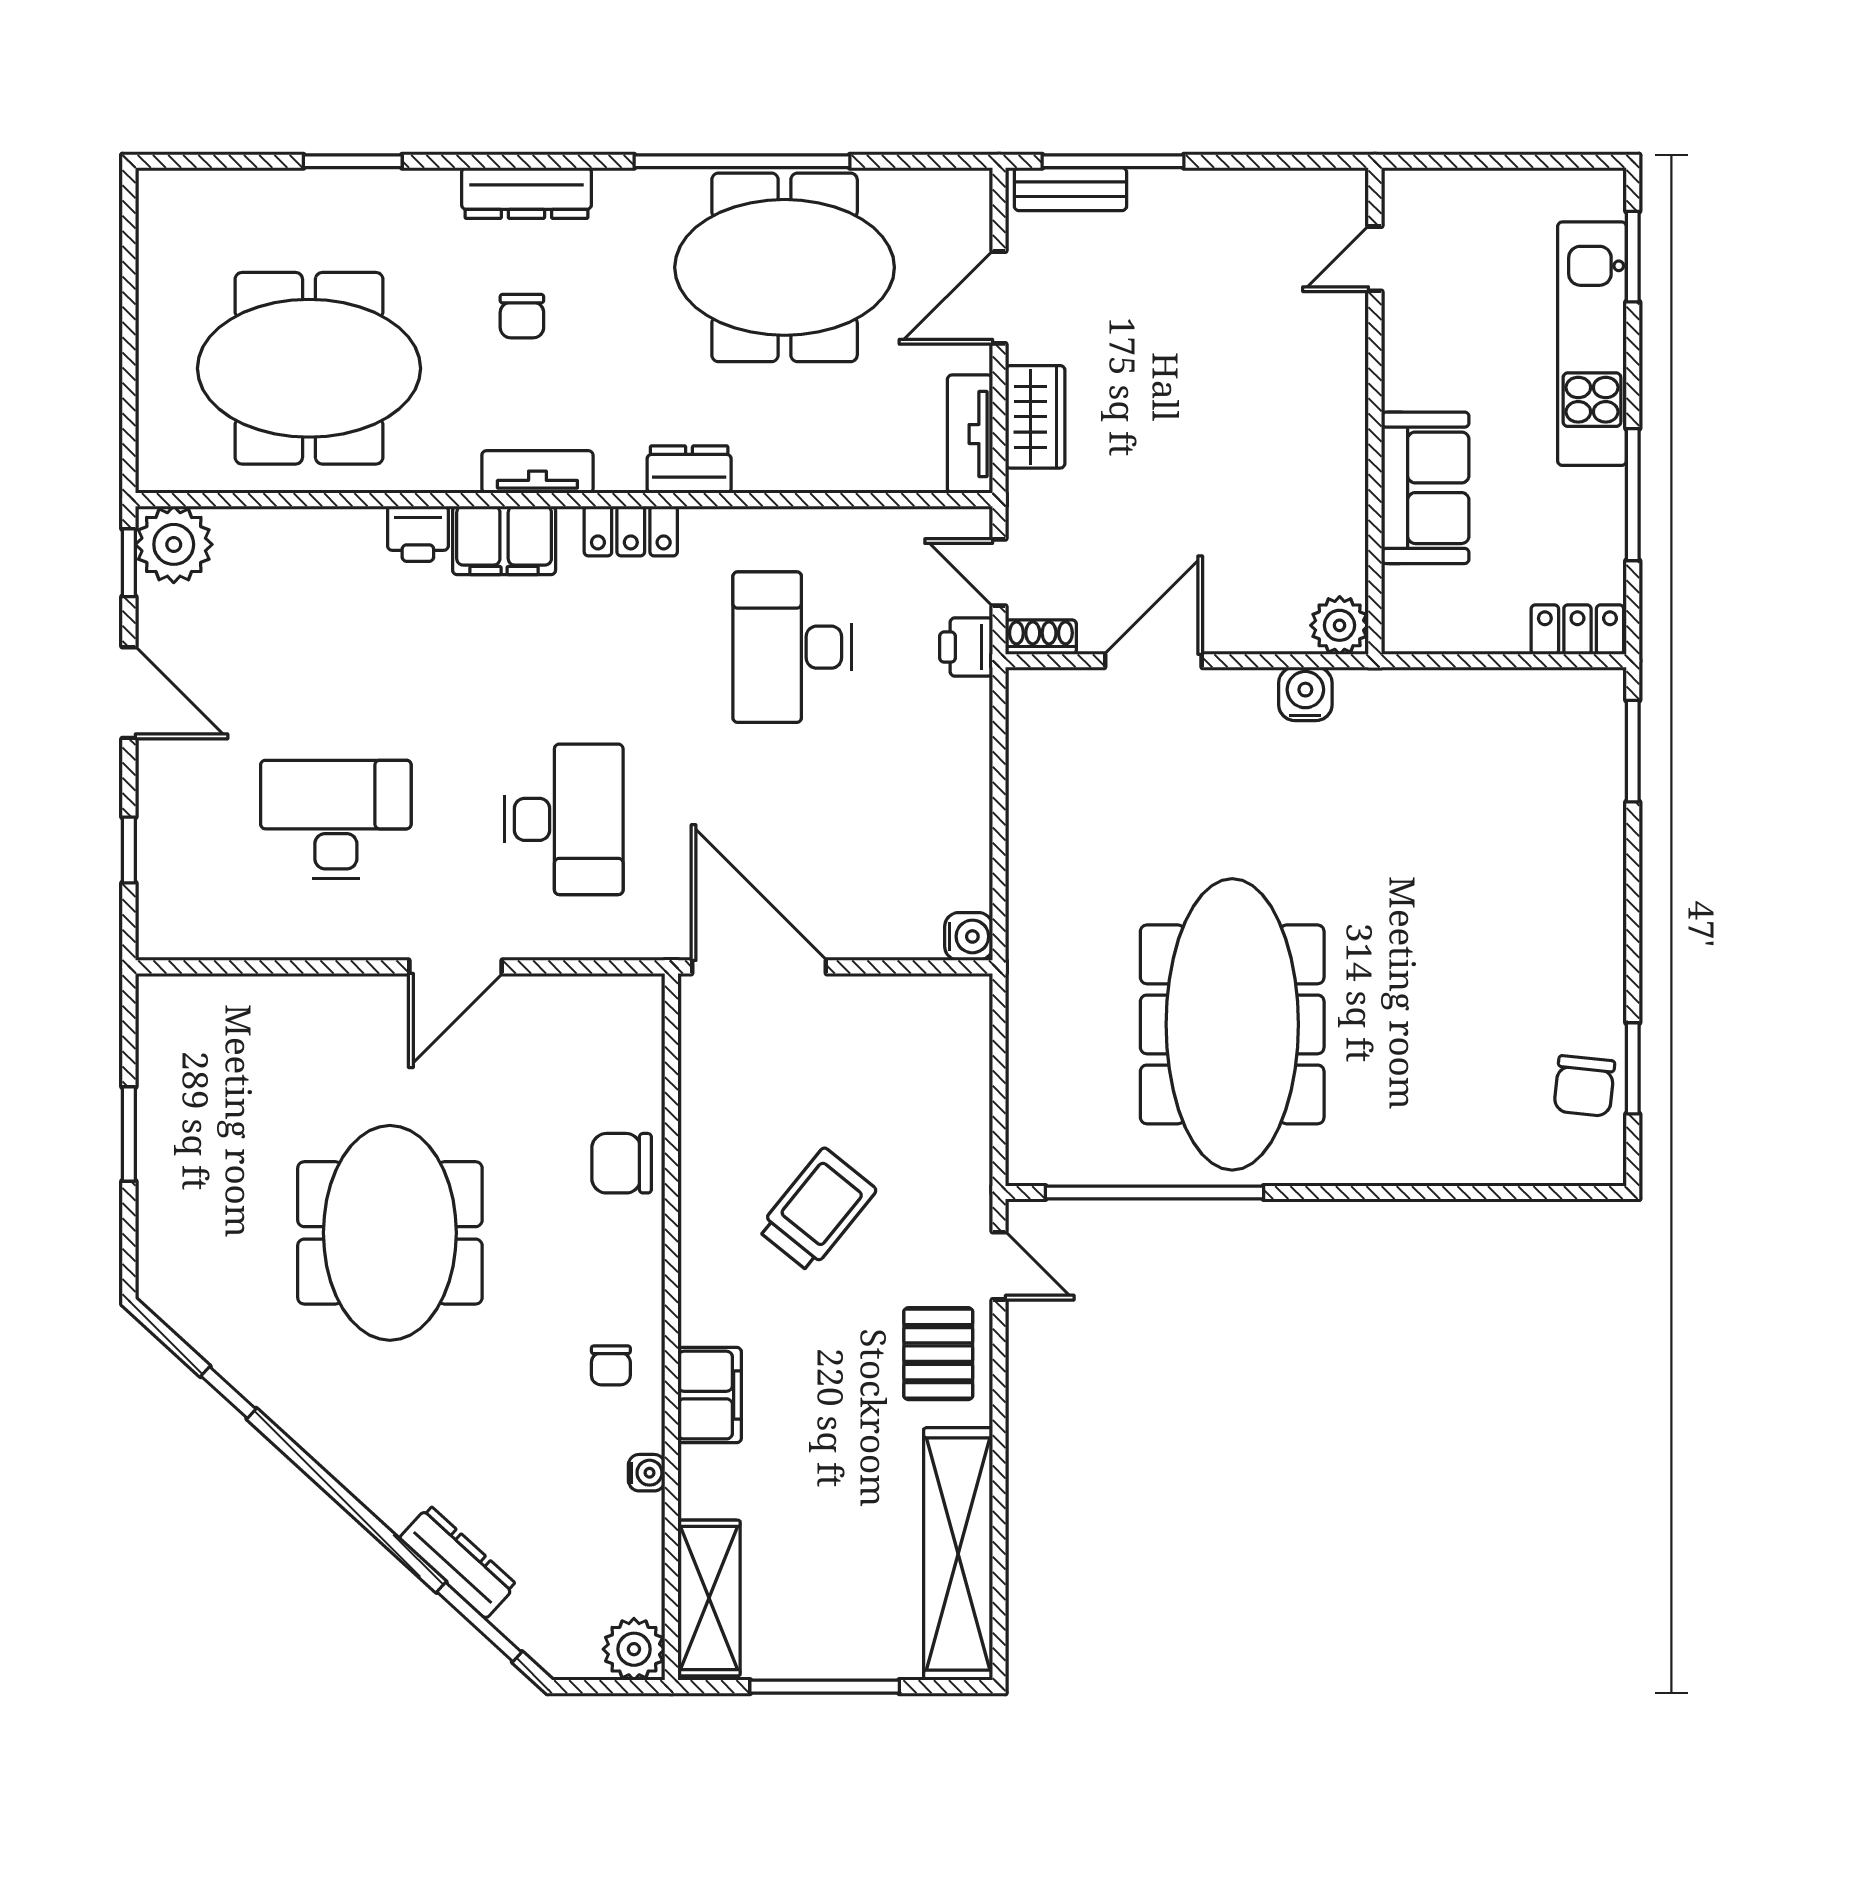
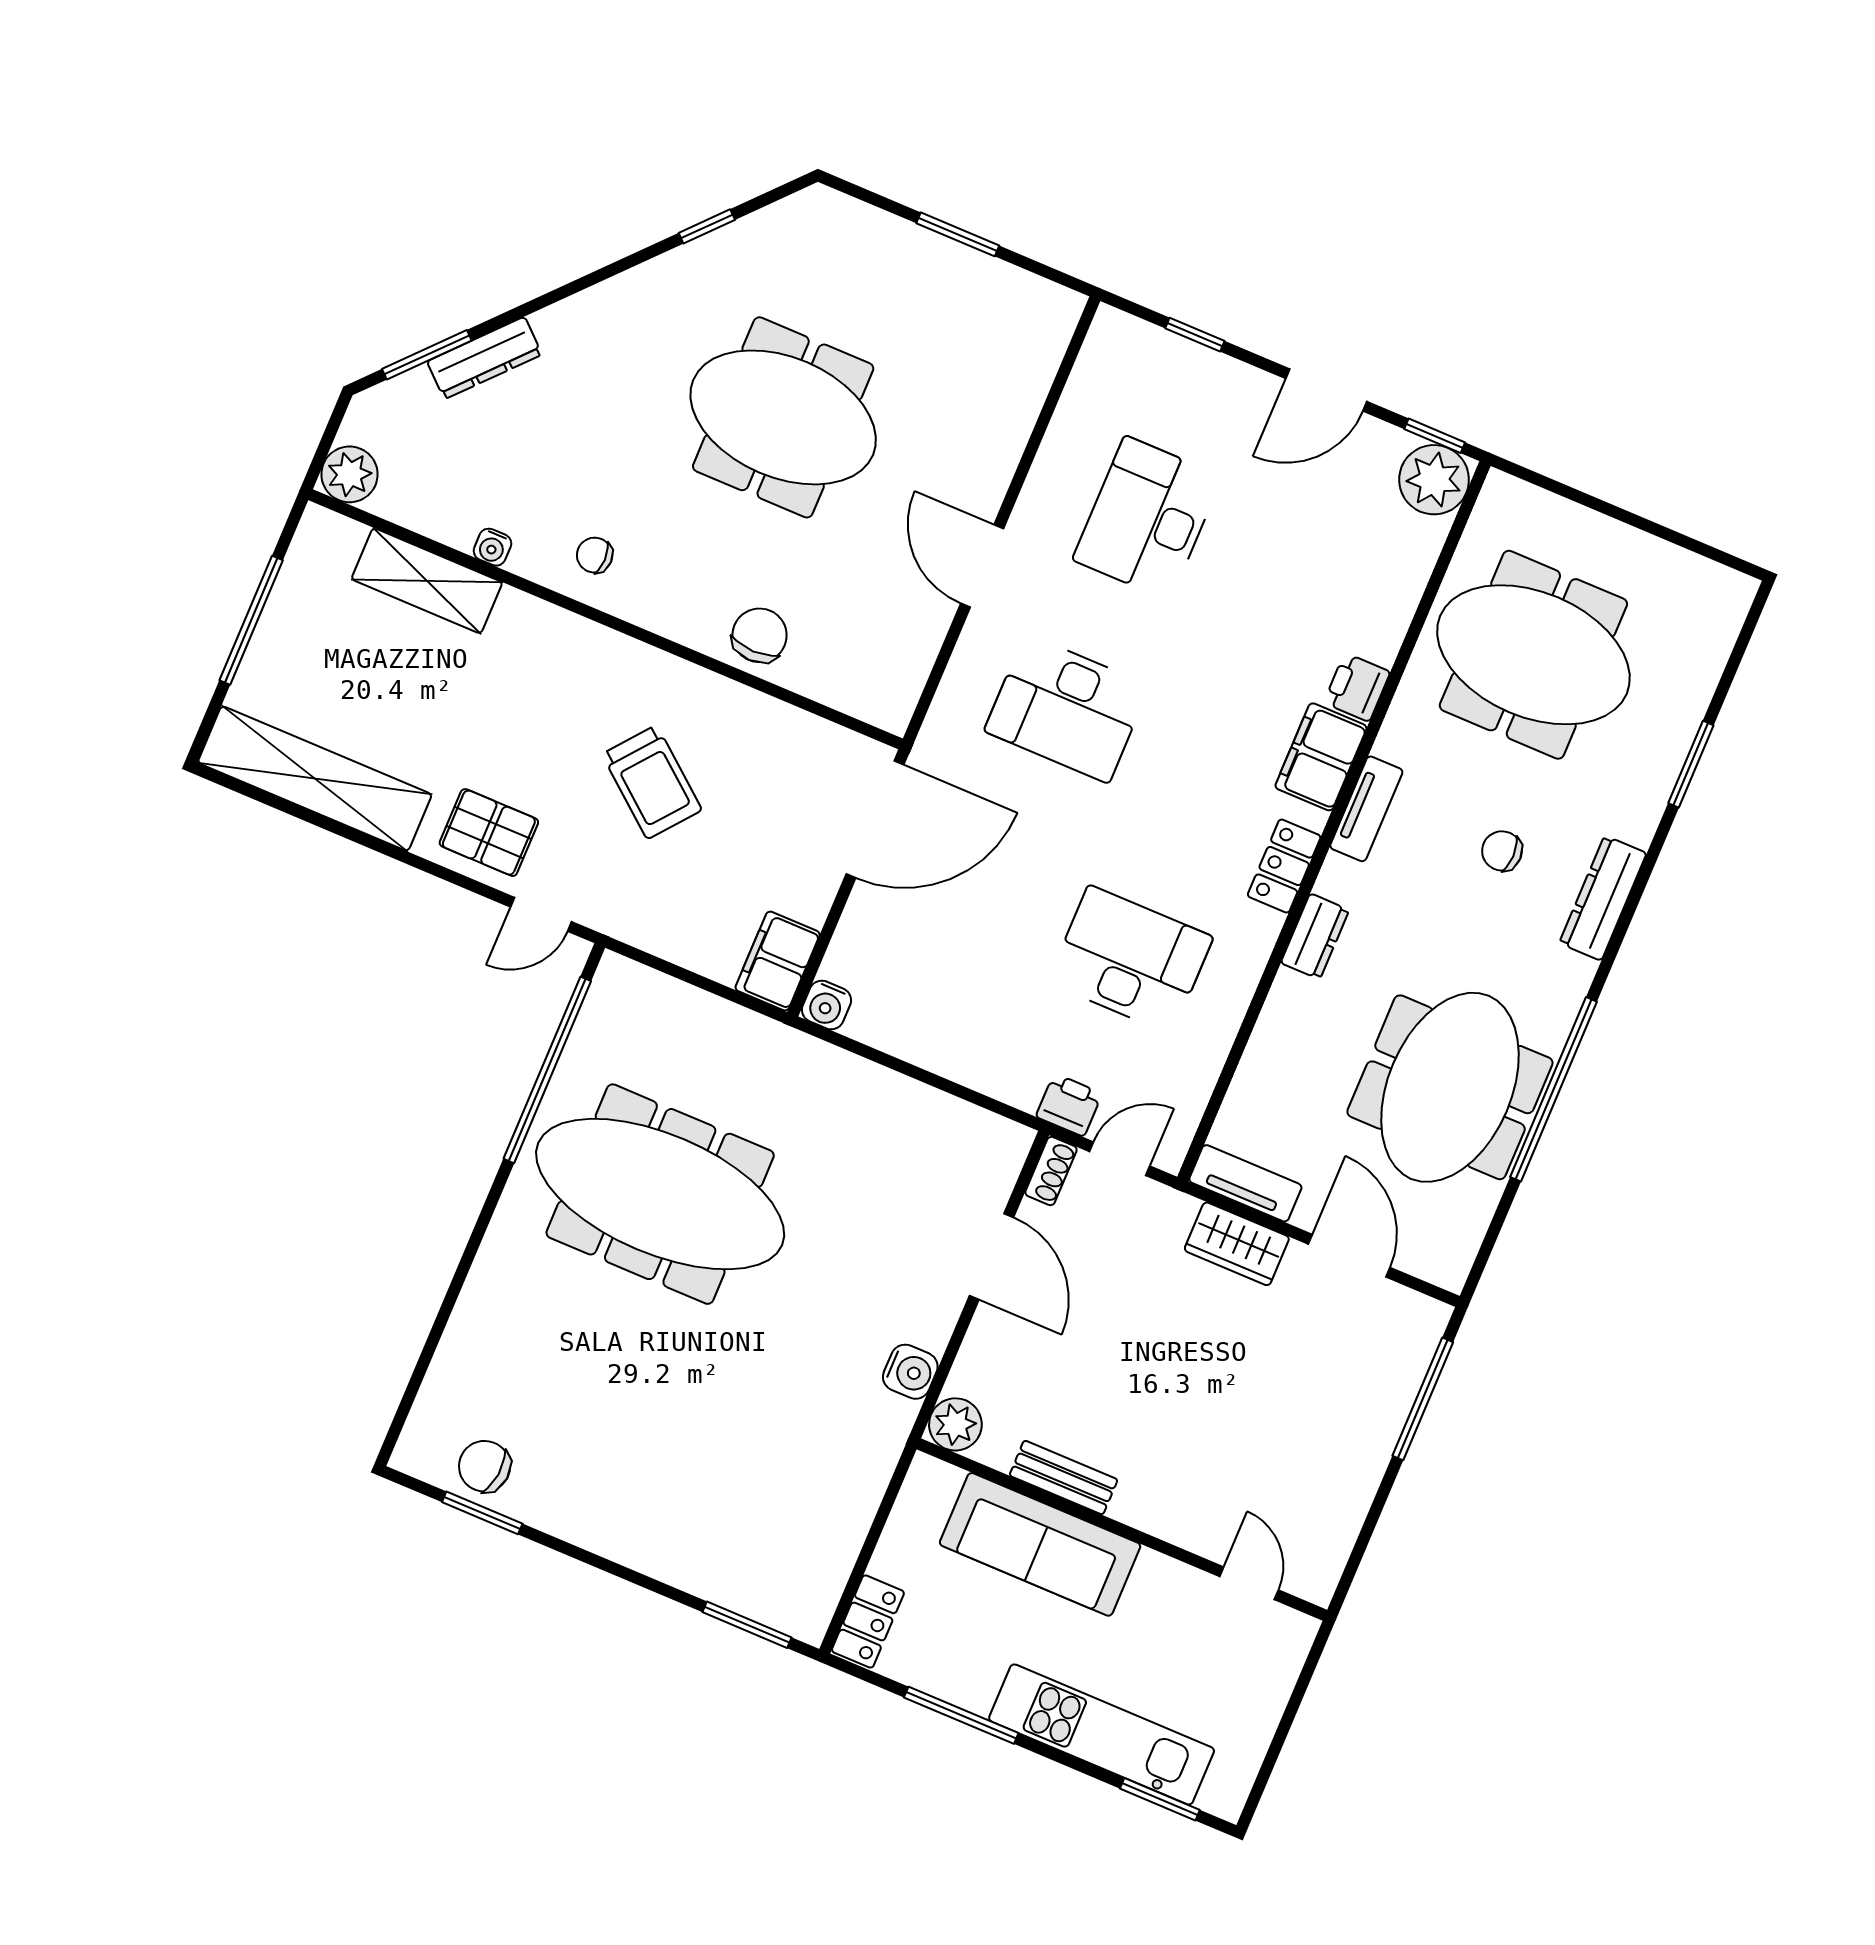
bench: (1070, 189) -> (1064, 1477), moved, turned 90
meeting table: (309, 368) -> (1533, 655), turned 90
sofa: (1425, 488) -> (1040, 1544), width x1.36
desk: (336, 819) -> (1147, 518), turned 180
filing cabinet: (710, 1395) -> (778, 961), moved, turned 90
shelving: (709, 1598) -> (427, 581), moved

